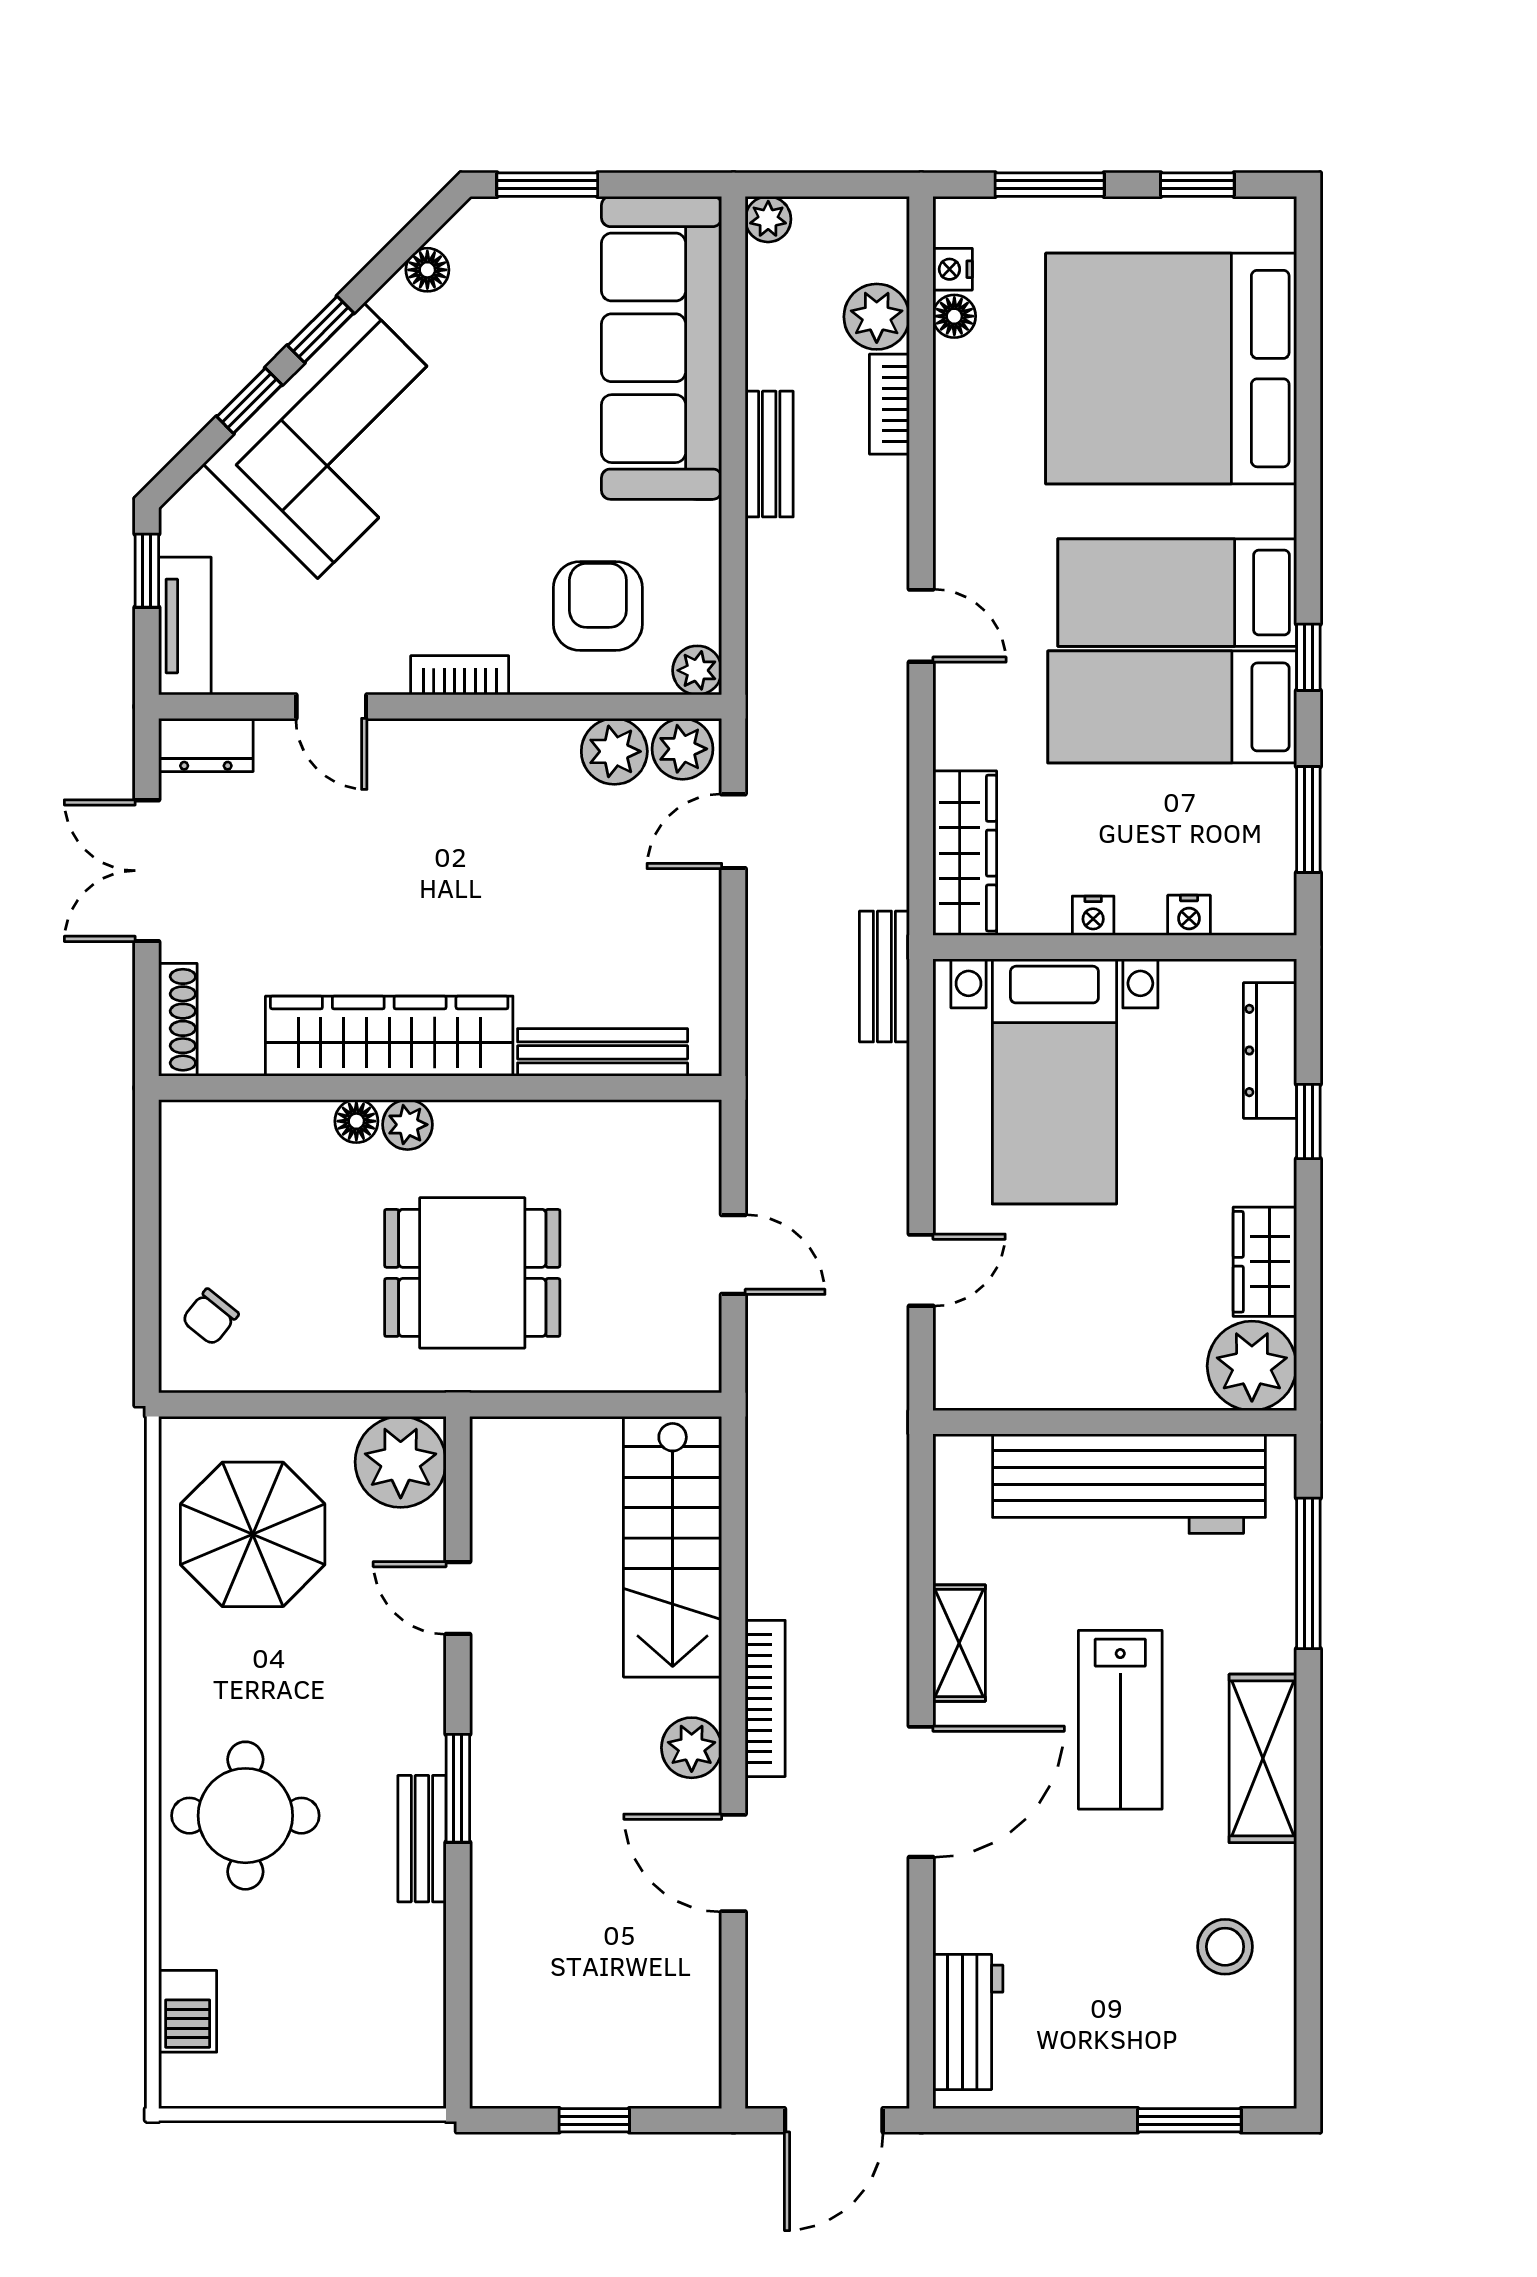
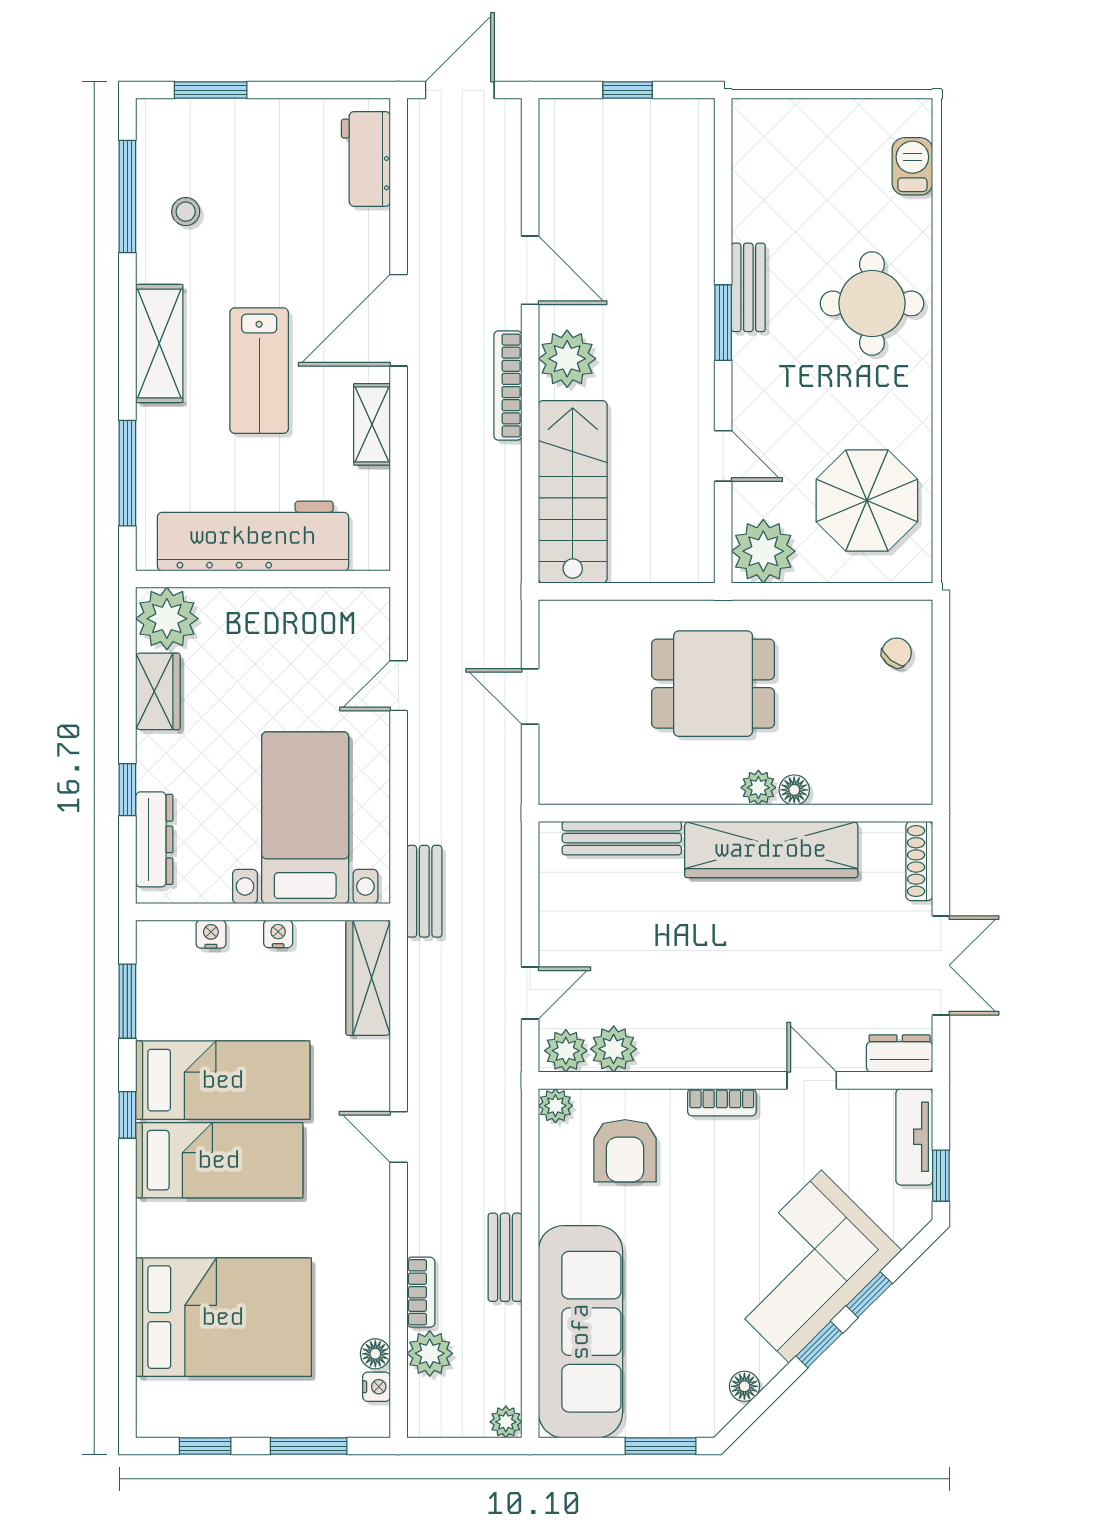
bed: (1171, 369) -> (223, 1317), width x0.73
lab bench: (1120, 1720) -> (259, 371), turned 180
plant: (692, 1748) -> (567, 359), width x1.36, depth x1.36
stool: (1225, 1947) -> (186, 212), width x0.73, depth x0.73
window: (1308, 1968) -> (127, 196), added

